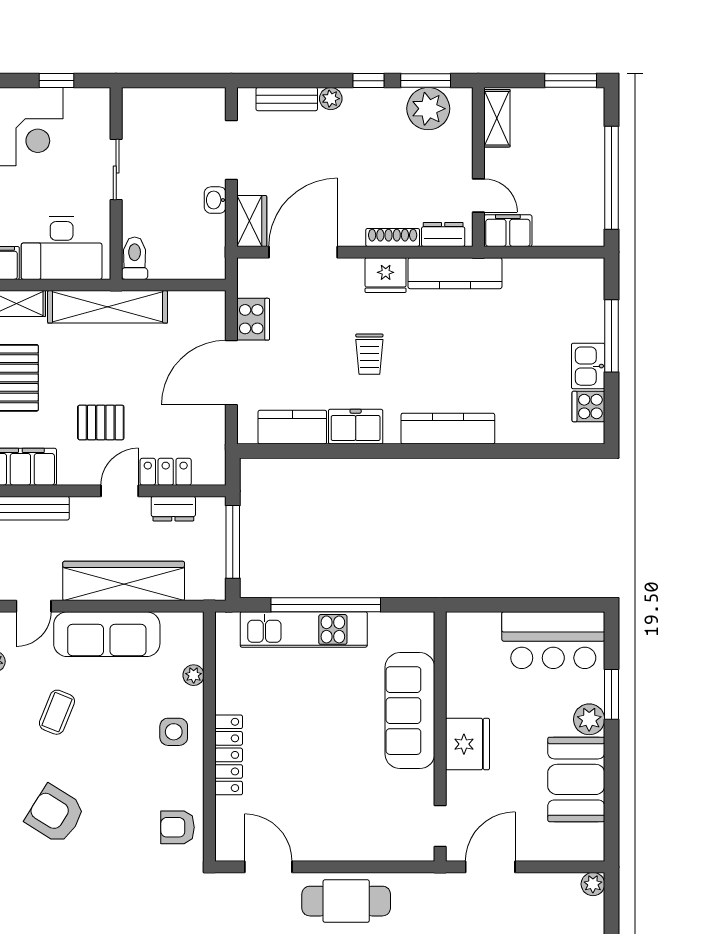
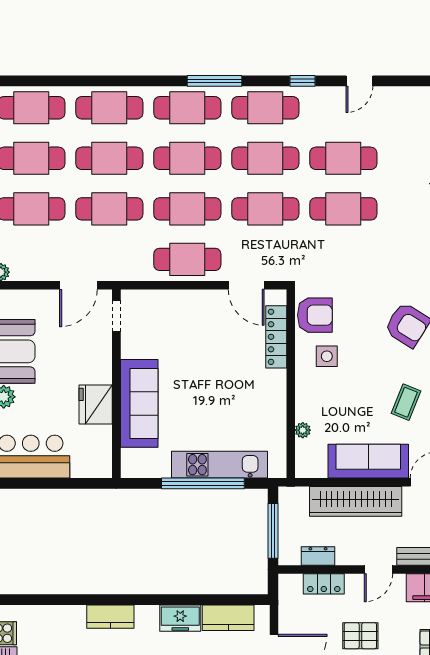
pallet: (101, 422) -> (360, 636), moved
kitchen counter: (448, 429) -> (110, 617), width x0.67
door: (120, 491) -> (378, 569), moved
side table: (174, 732) -> (327, 356), moved
fridge: (467, 744) -> (96, 405), moved
locker: (229, 755) -> (276, 337), moved
armchair: (177, 827) -> (315, 315), width x1.38, depth x1.38

